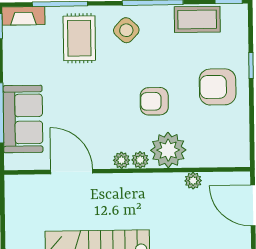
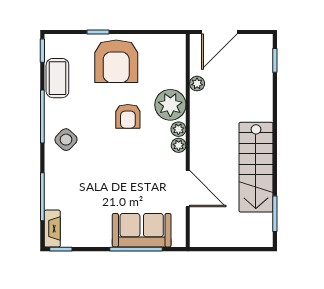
rug: (79, 38) -> (72, 180), removed
armchair: (218, 87) -> (116, 61), width x1.36, depth x1.36
door: (72, 172) -> (188, 189), swing flipped

